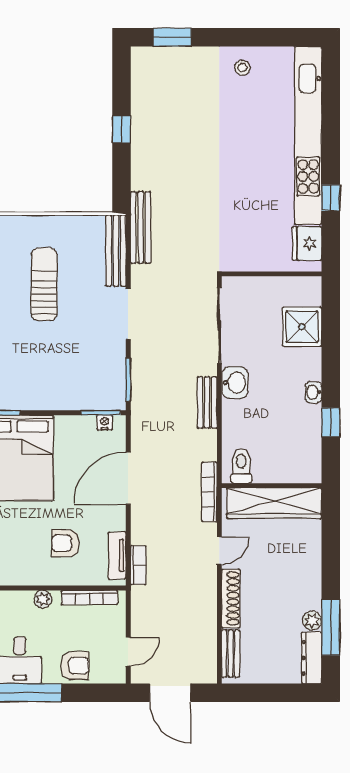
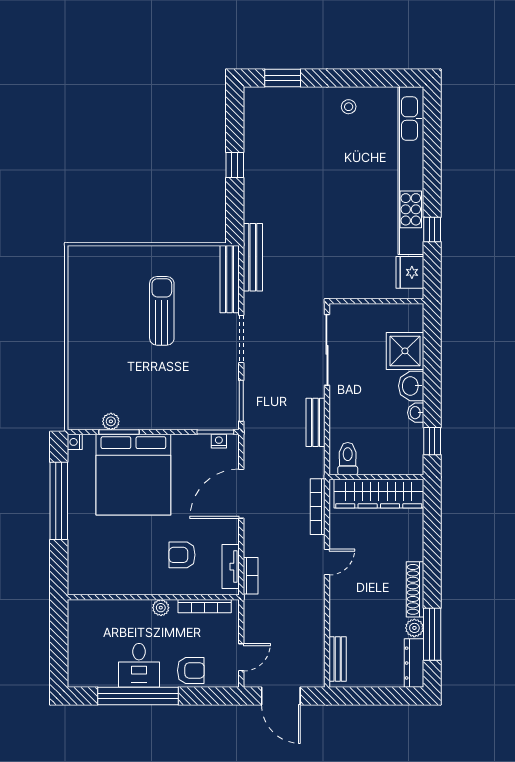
washbasin: (235, 383) -> (411, 386), moved, turned 180
toilet: (241, 466) -> (348, 459), moved
wall: (272, 486) -> (376, 477), moved
wardrobe: (274, 503) -> (379, 494), moved
shoe rack: (231, 598) -> (415, 589), moved, turned 180

